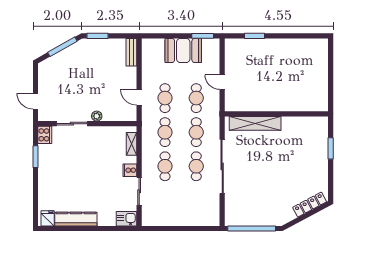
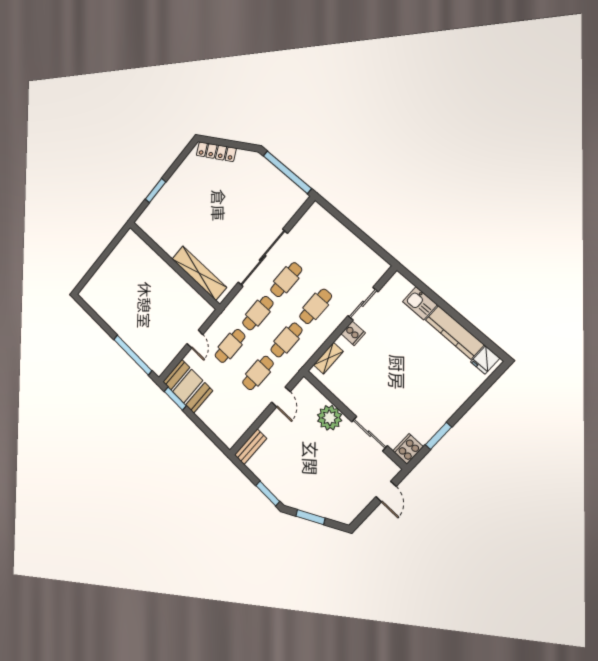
window: (255, 36) -> (133, 355), width x2.11
window: (62, 47) -> (310, 517), width x0.69
booth: (183, 50) -> (188, 386), moved
plant: (97, 116) -> (330, 418), width x1.88, depth x1.88
kitchen sink: (126, 219) -> (420, 303), moved

